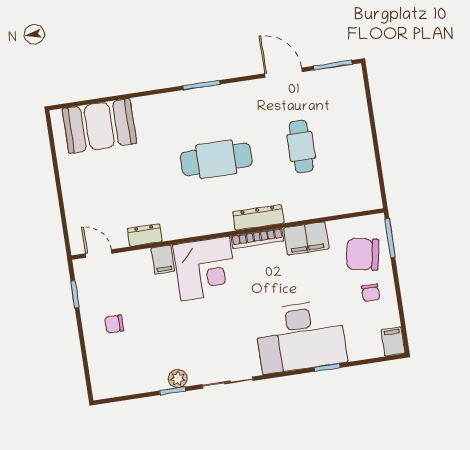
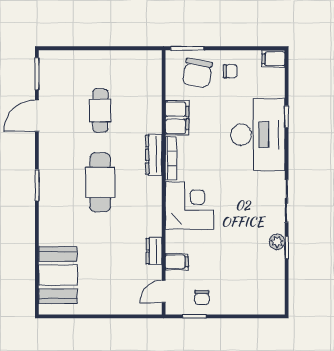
cafe table: (301, 146) -> (100, 110), turned 90
filing cabinet: (163, 260) -> (177, 262), moved
chair: (114, 324) -> (202, 298), moved

